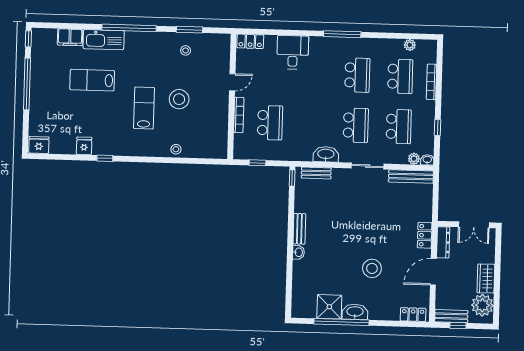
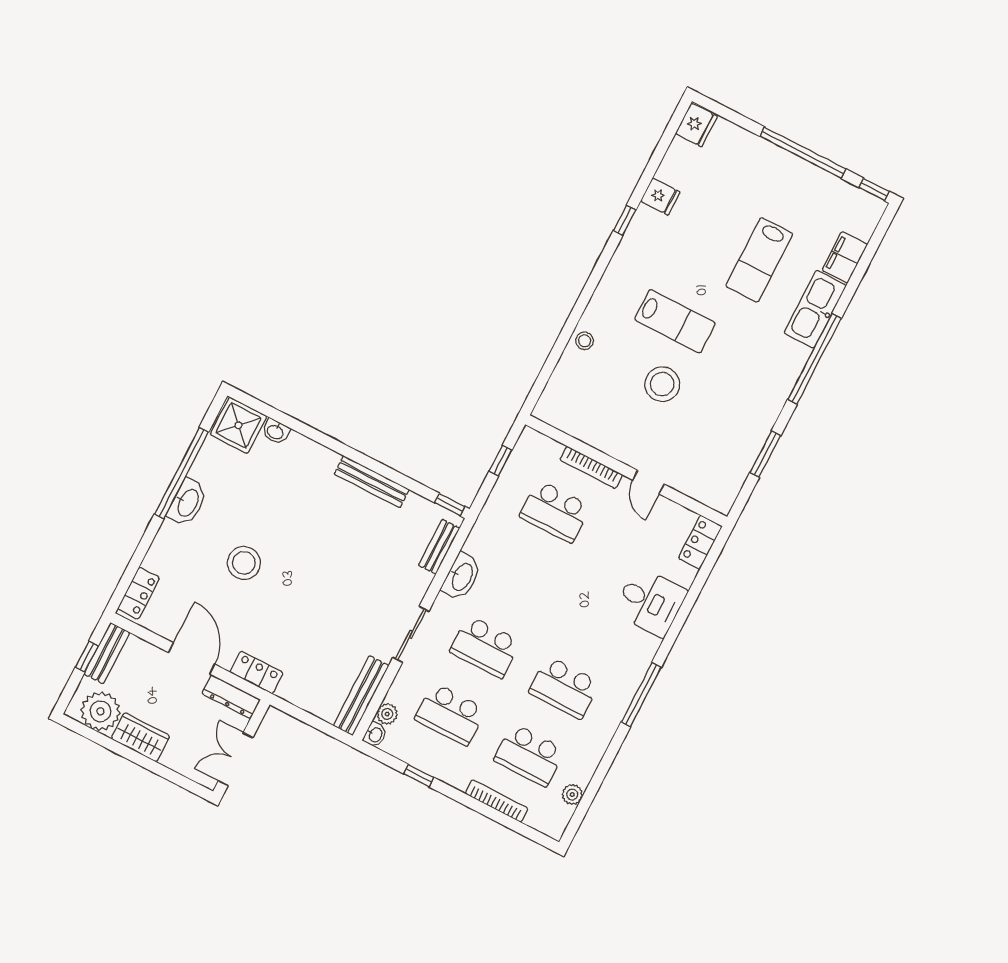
stool: (186, 50) -> (735, 432), removed
lab bench: (92, 80) -> (759, 260), turned 180
bench: (299, 229) -> (372, 482), width x1.36
washbasin: (298, 252) -> (275, 432), moved
shower: (329, 307) -> (238, 425), moved

